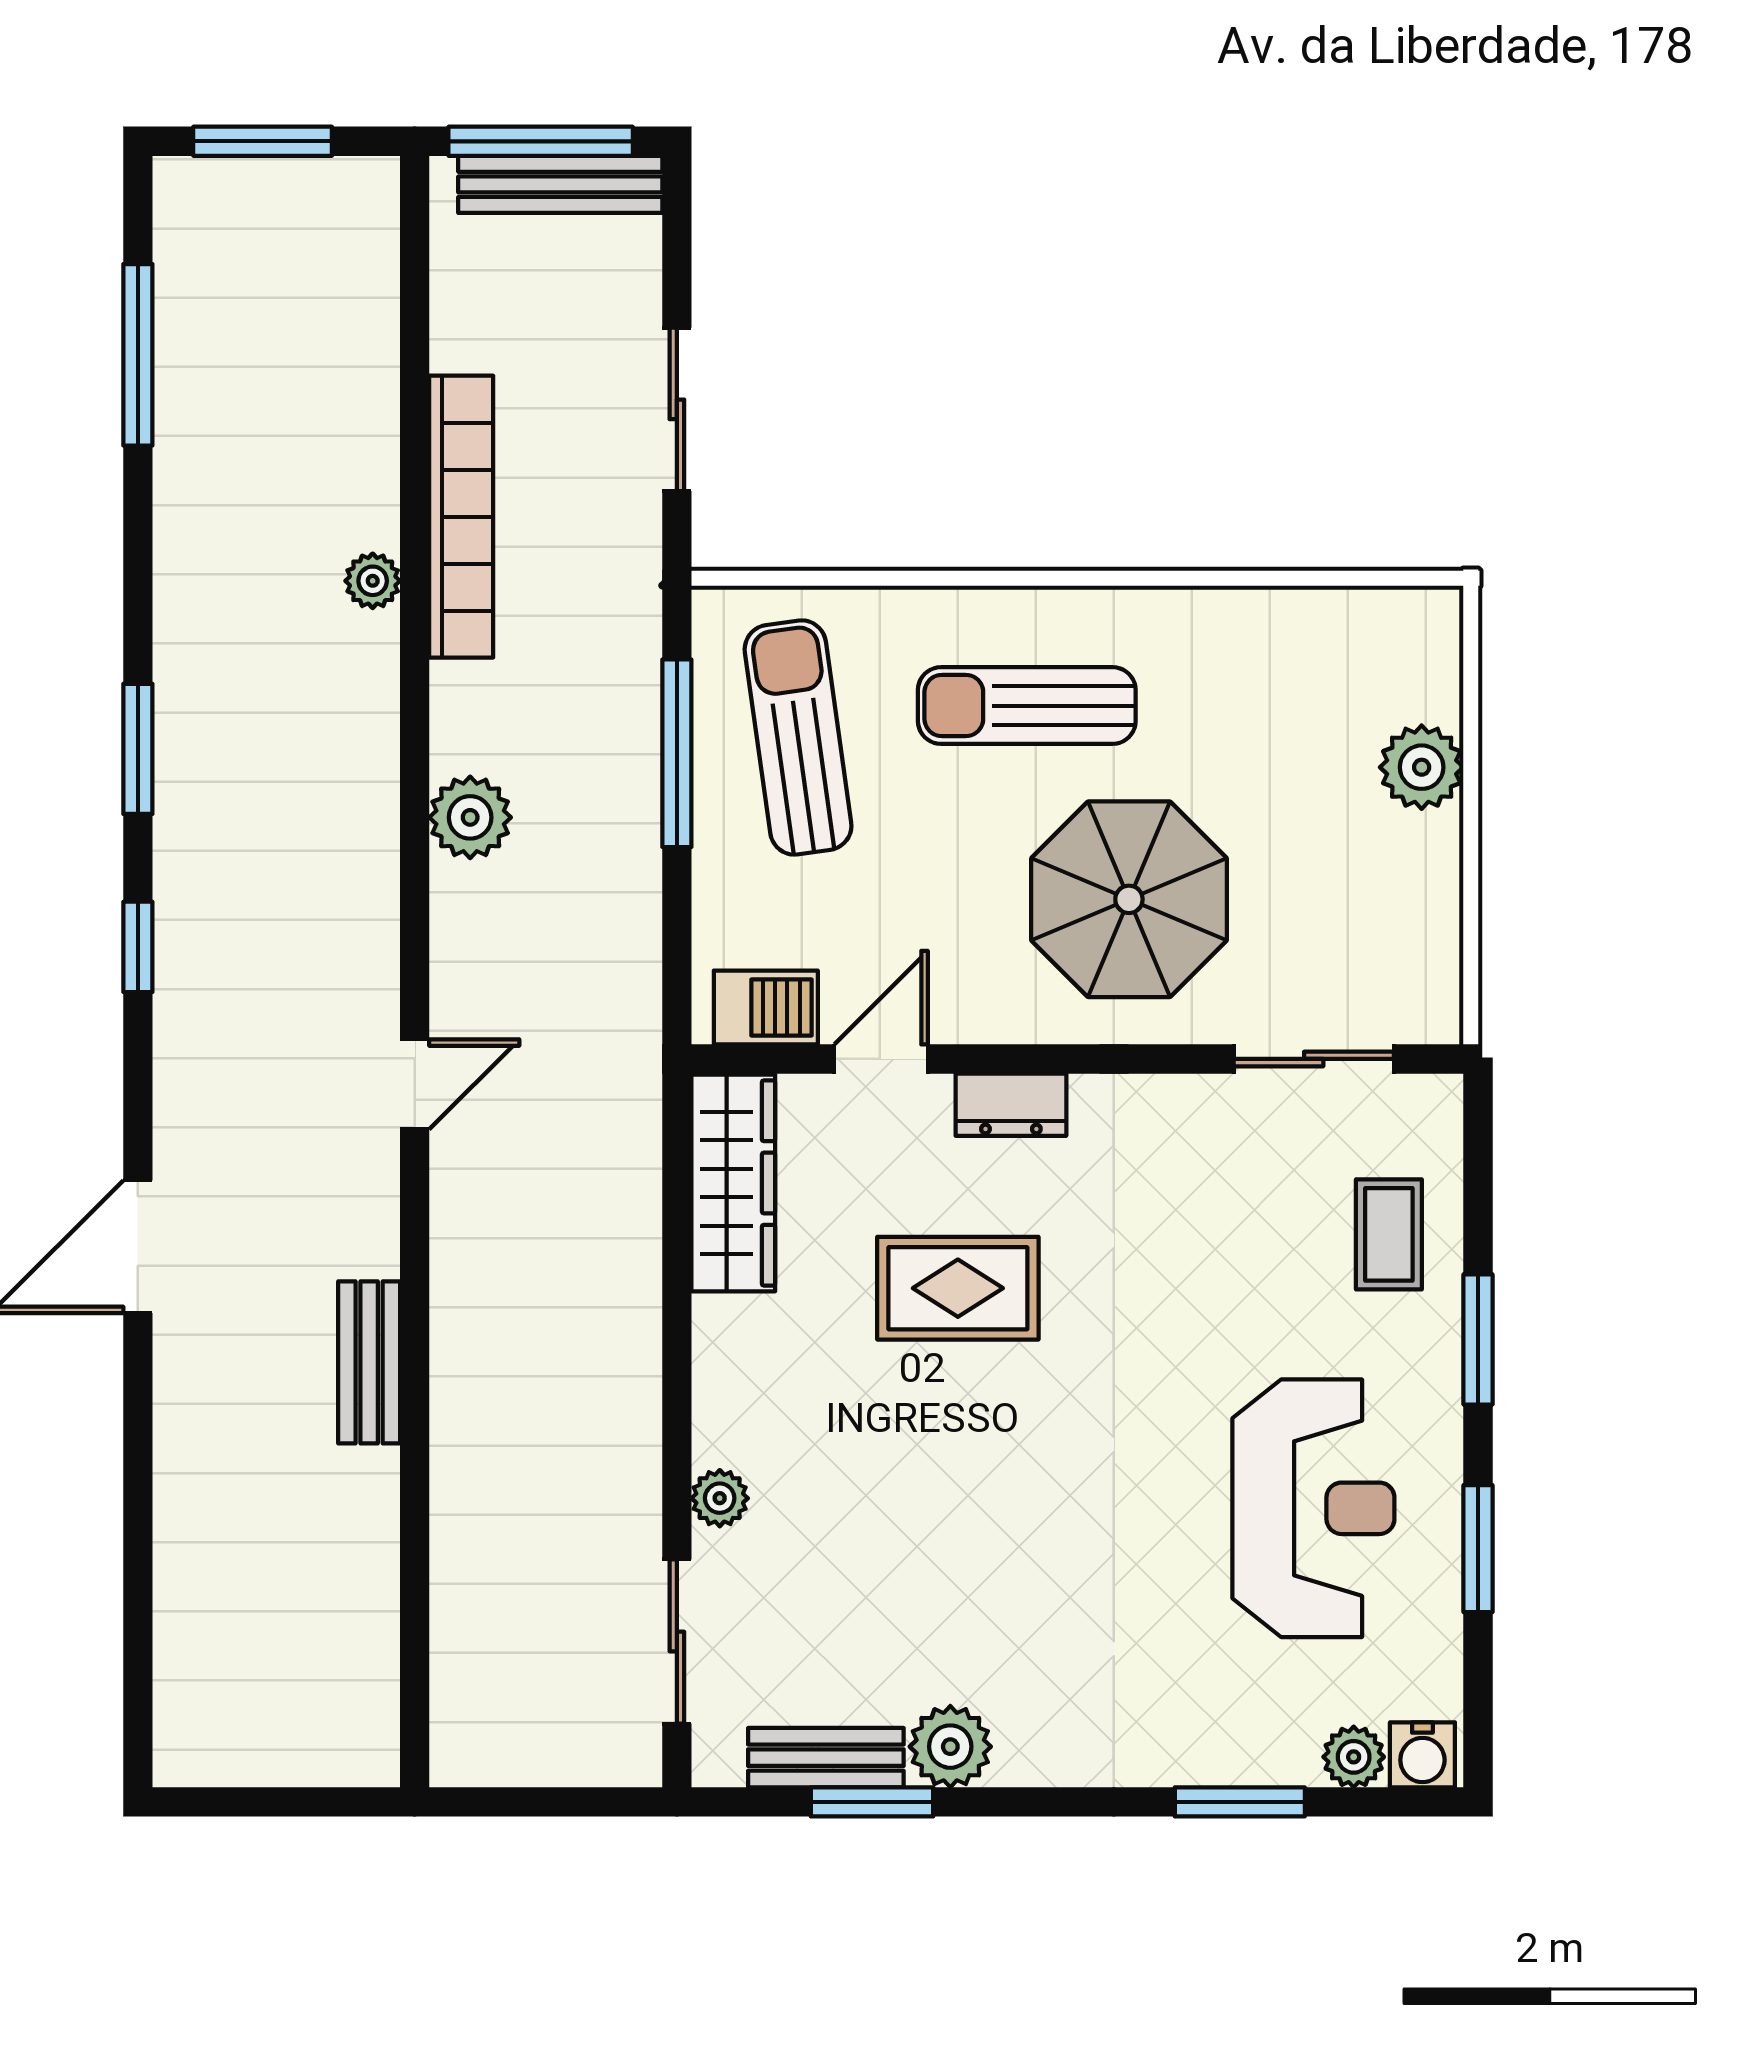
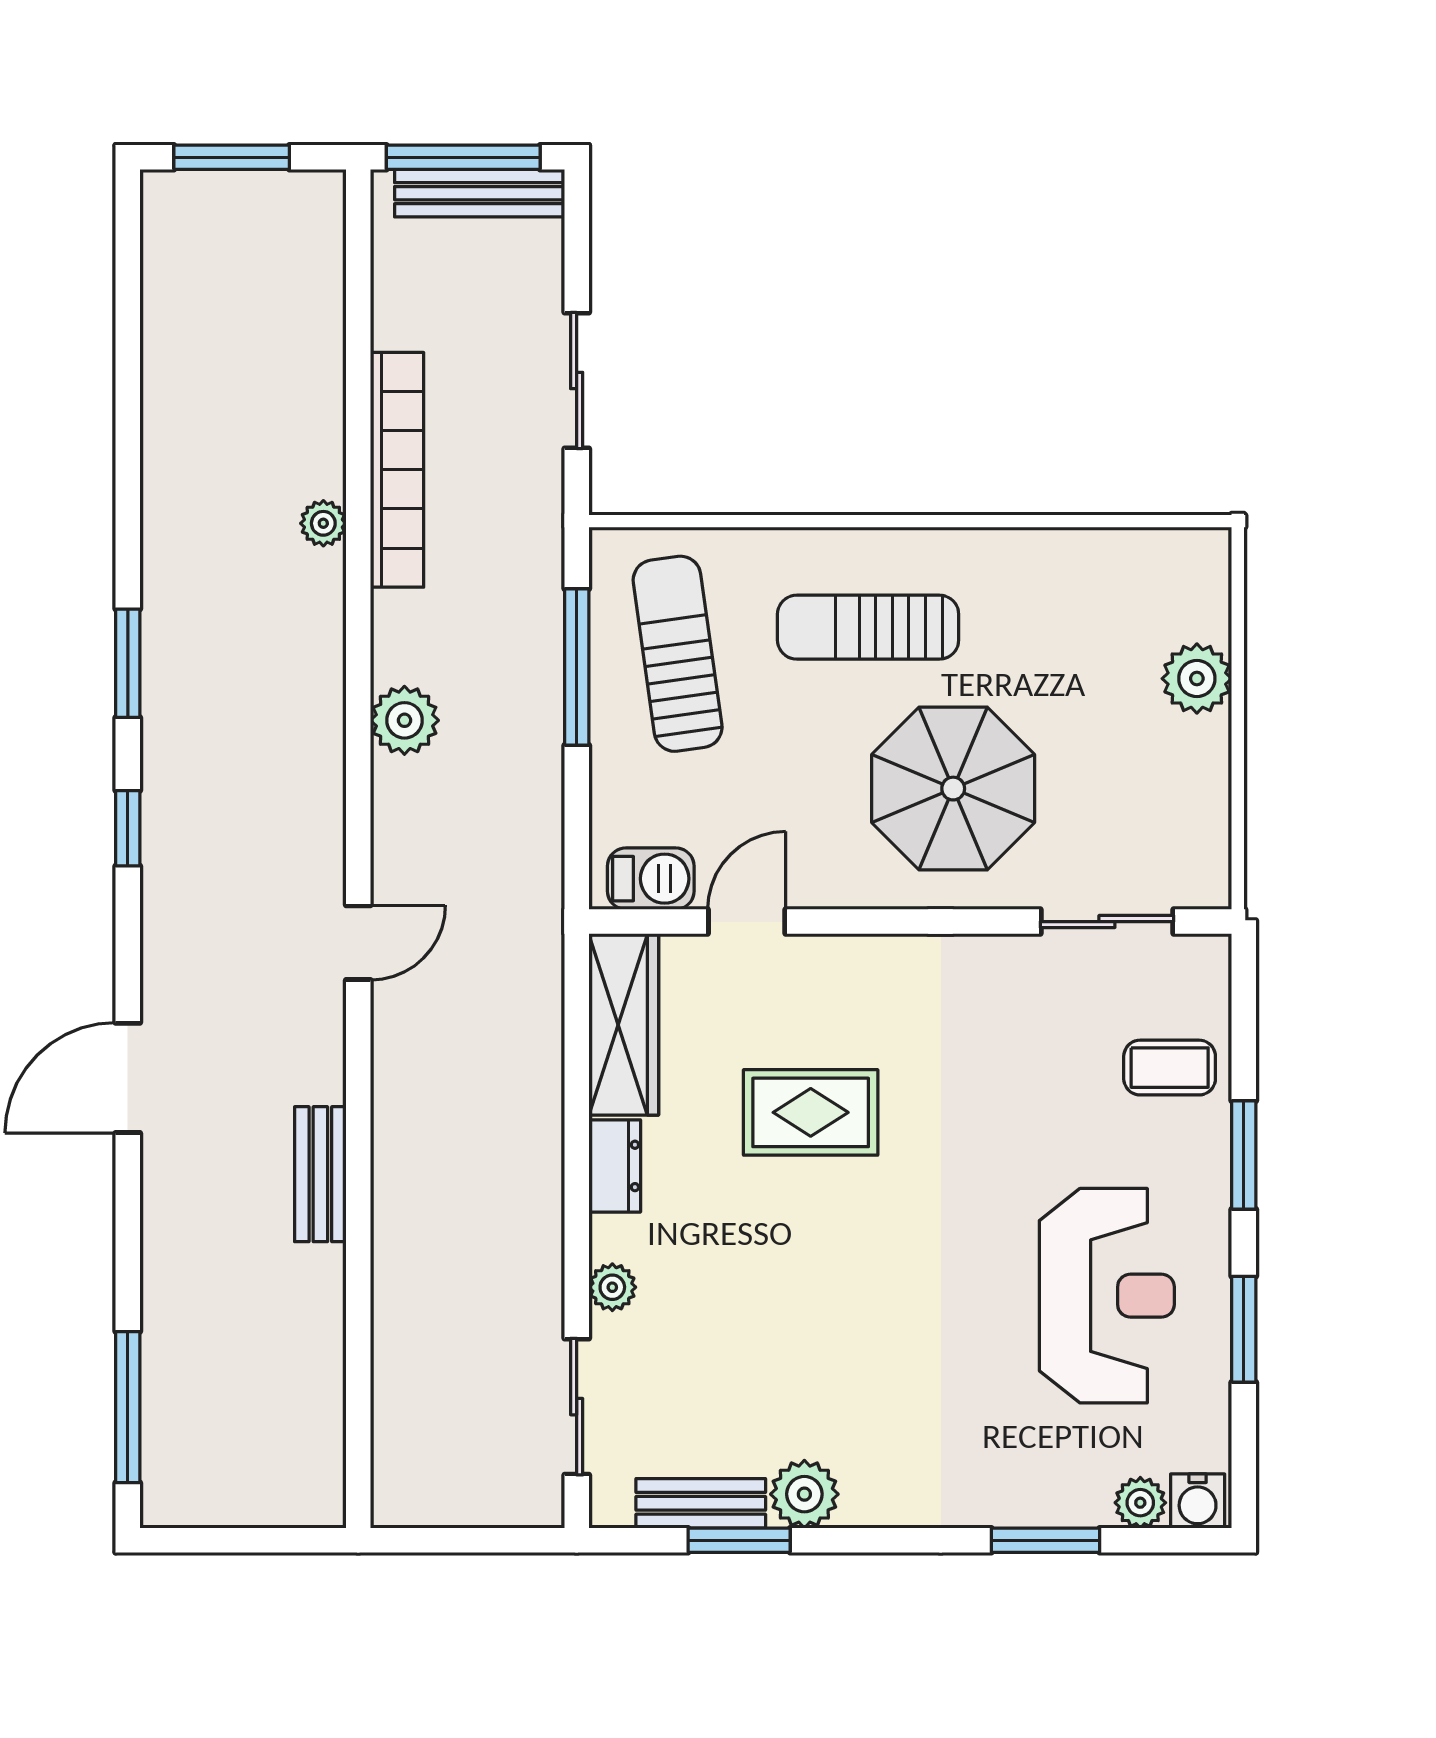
window: (138, 355) -> (128, 1407), moved
dresser: (1011, 1105) -> (615, 1166), moved, turned -90
coffee table: (1389, 1234) -> (1170, 1068), turned 90

